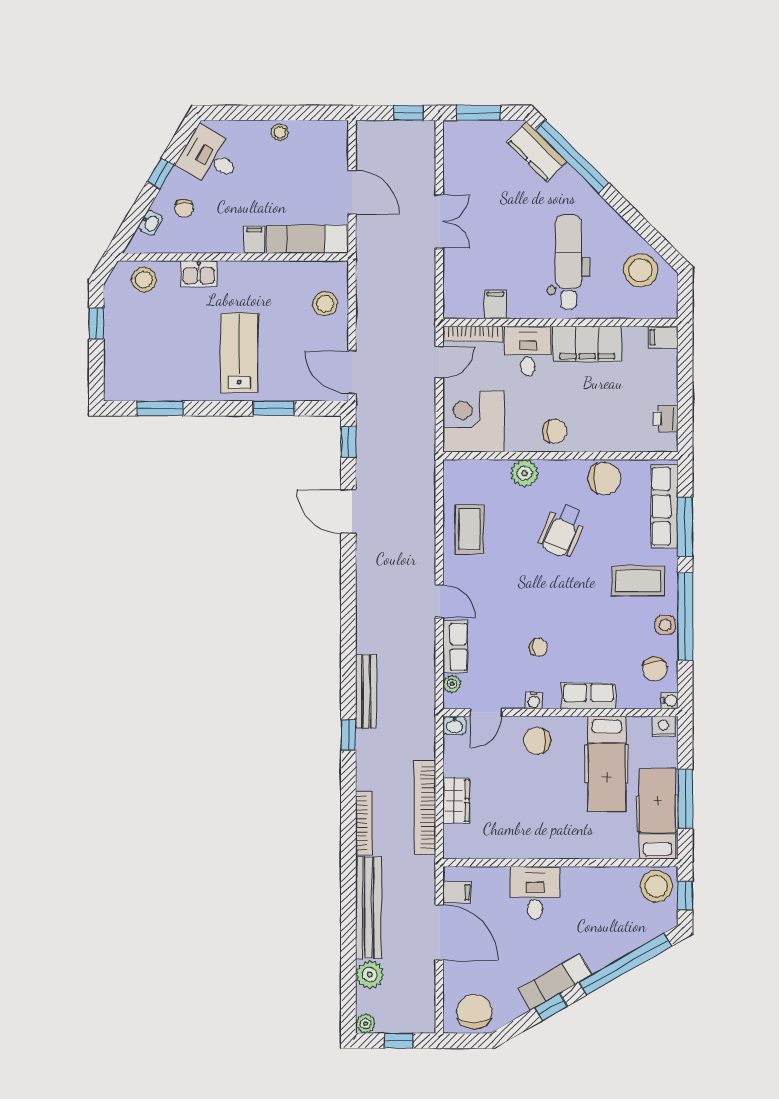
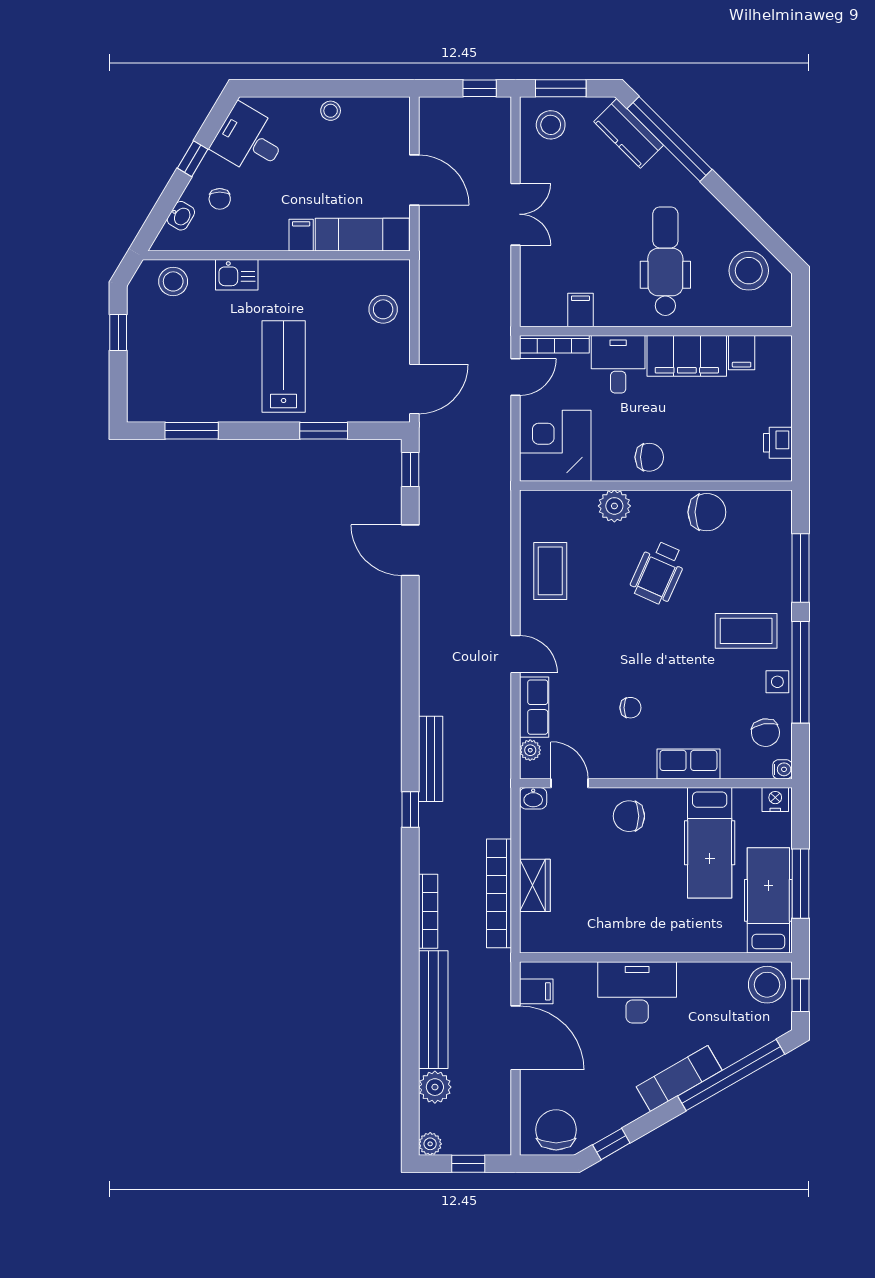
stool: (470, 144) -> (551, 125), added
filing cabinet: (663, 337) -> (742, 353), moved, turned -90
door: (352, 372) -> (414, 389), swing flipped
row of seats: (664, 506) -> (776, 544), removed
water cooler: (534, 701) -> (625, 769), removed
door: (486, 712) -> (570, 783), swing flipped
desk: (535, 893) -> (637, 992), width x1.37
exam couch: (555, 982) -> (679, 1079), moved
window: (551, 1007) -> (611, 1144), moved

